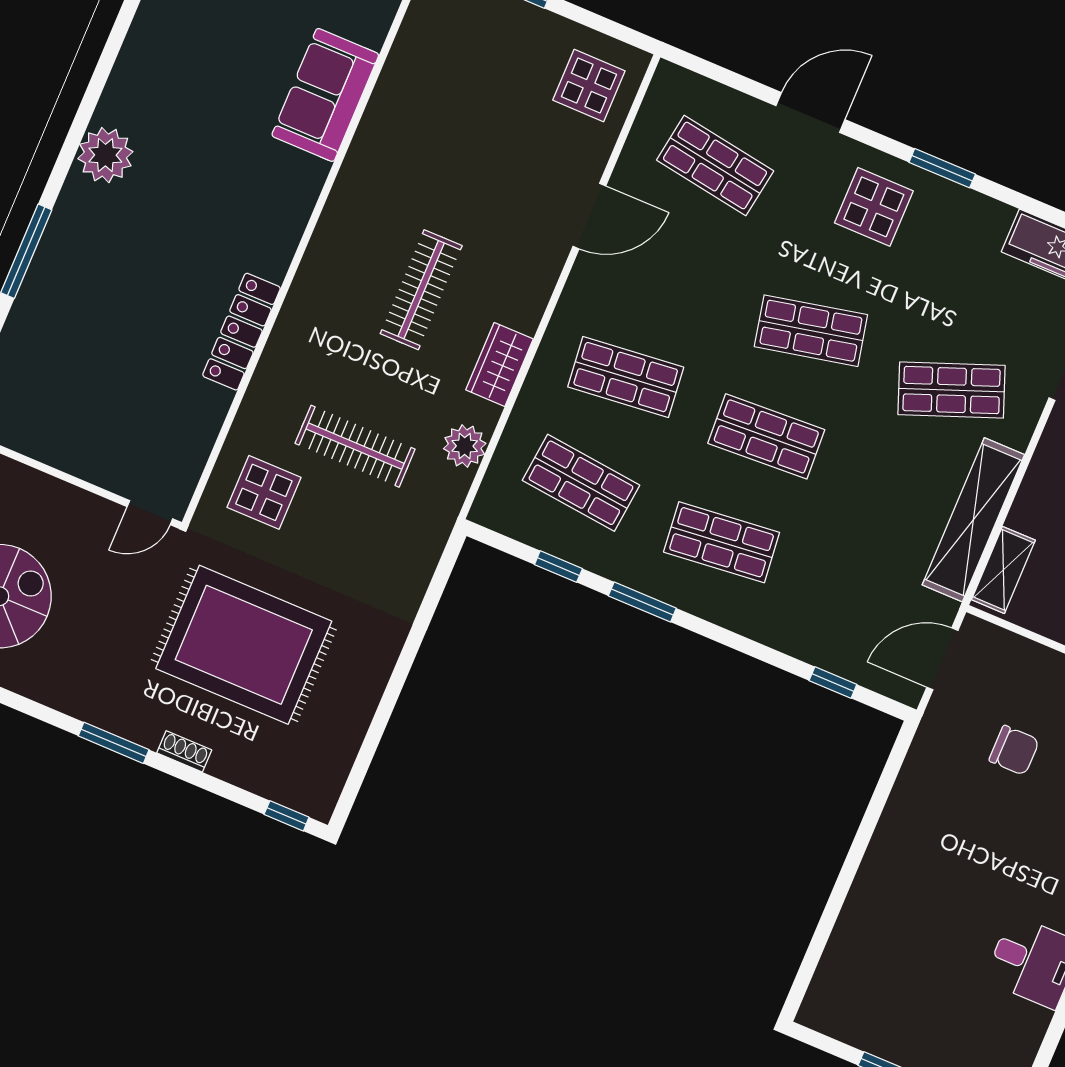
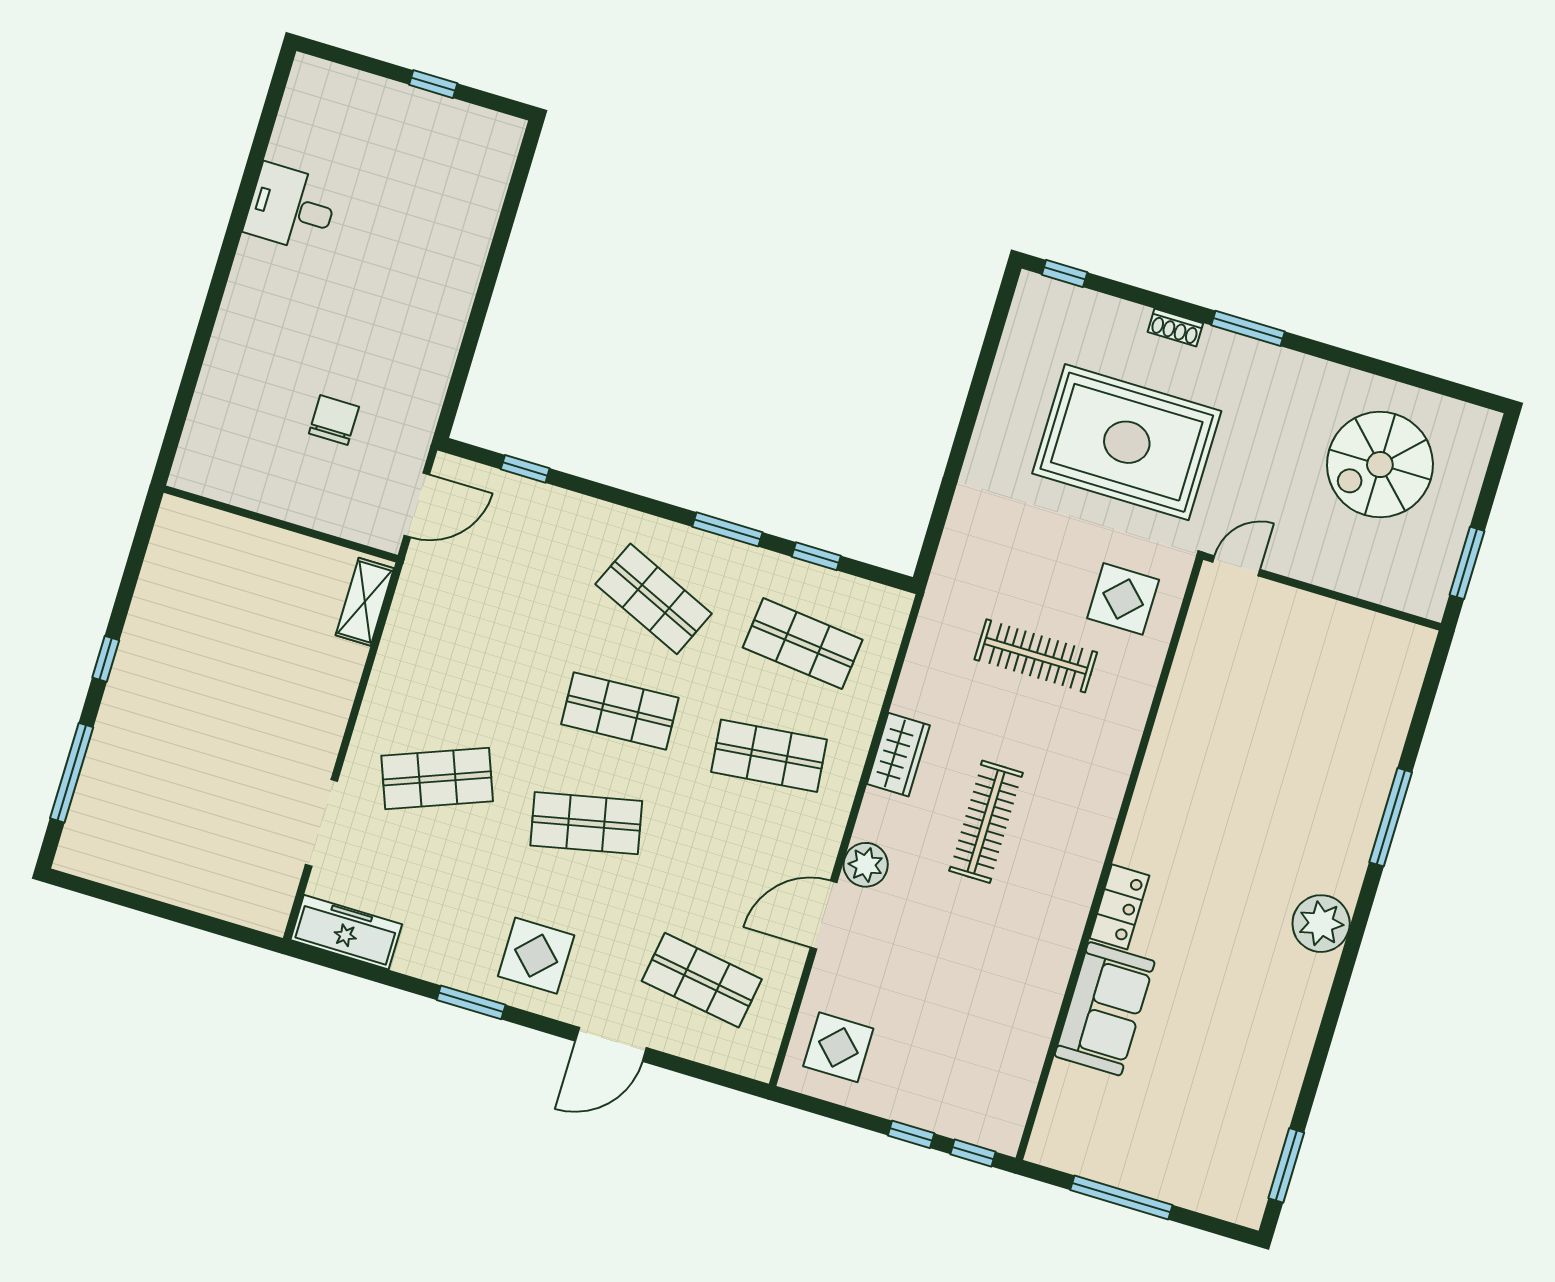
locker: (241, 332) -> (1119, 907), moved, width x0.66
plant: (465, 446) -> (866, 865), moved
shelving: (973, 520) -> (401, 649), removed
shop shelf: (722, 542) -> (654, 599), turned 30
chair: (1014, 750) -> (334, 420), turned 90

